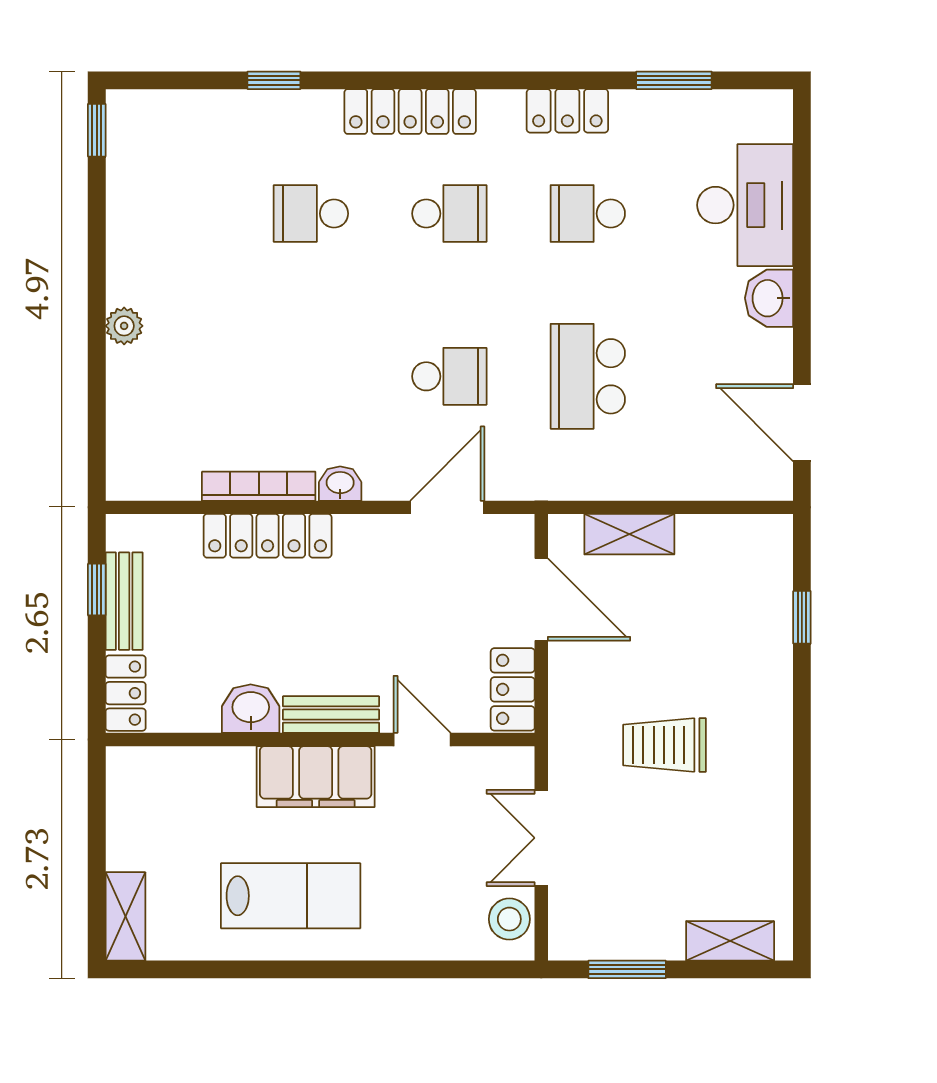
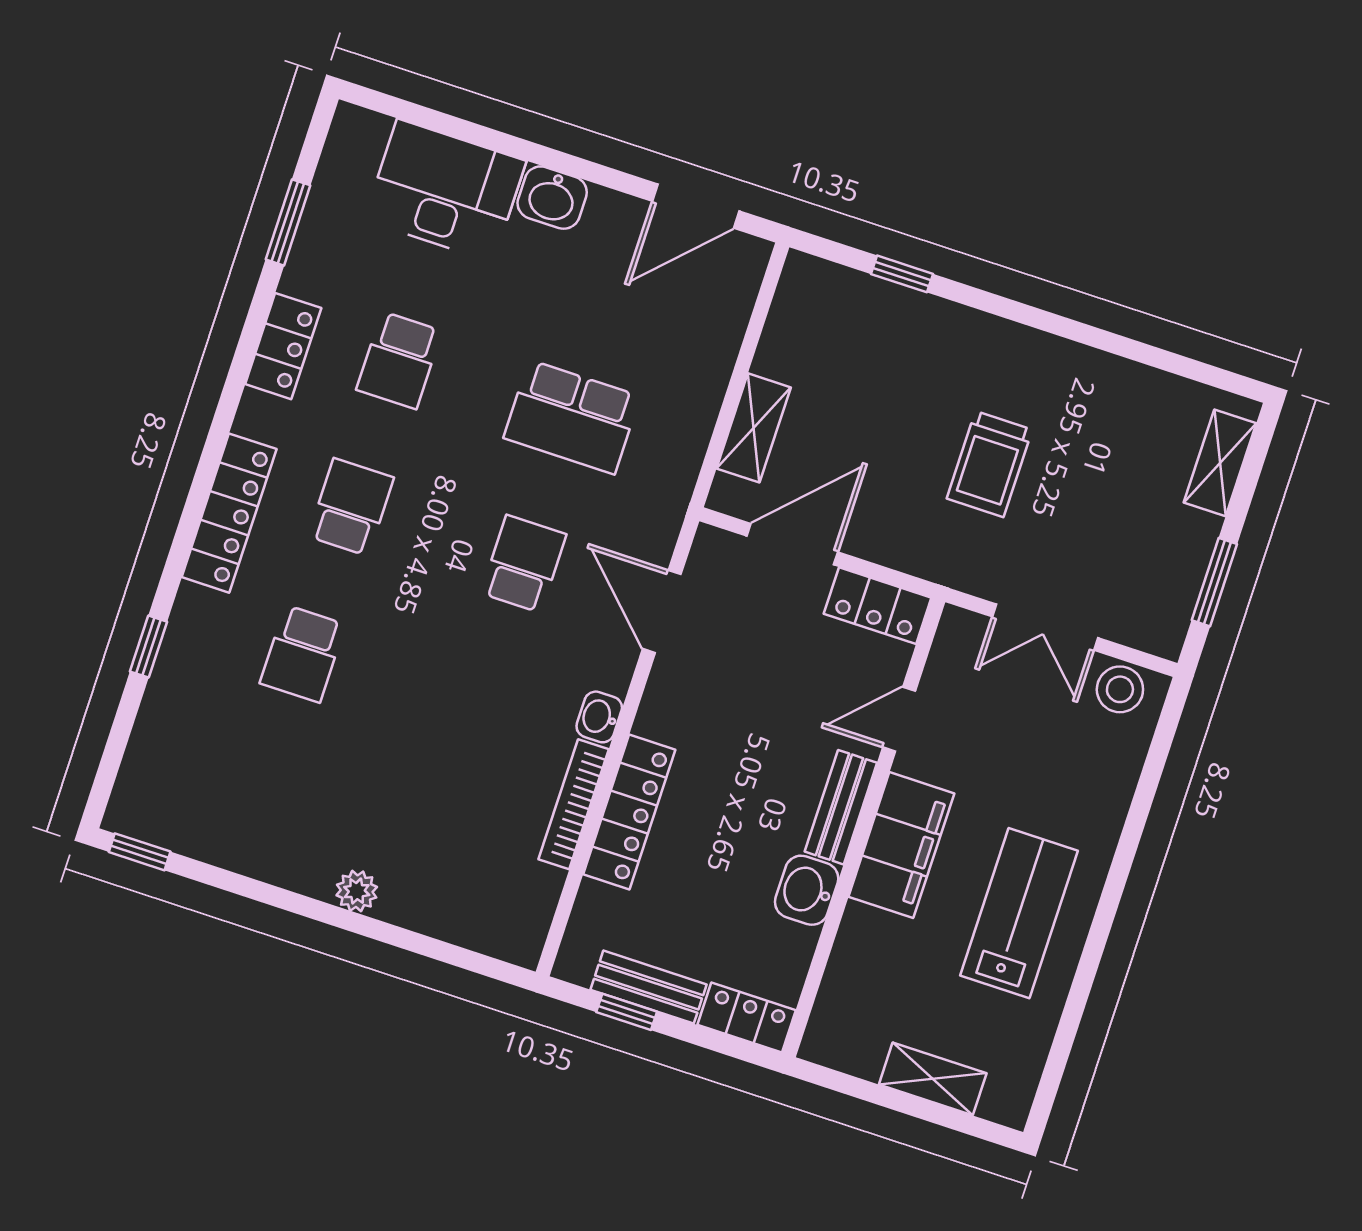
shelving: (125, 916) -> (933, 1079), moved

